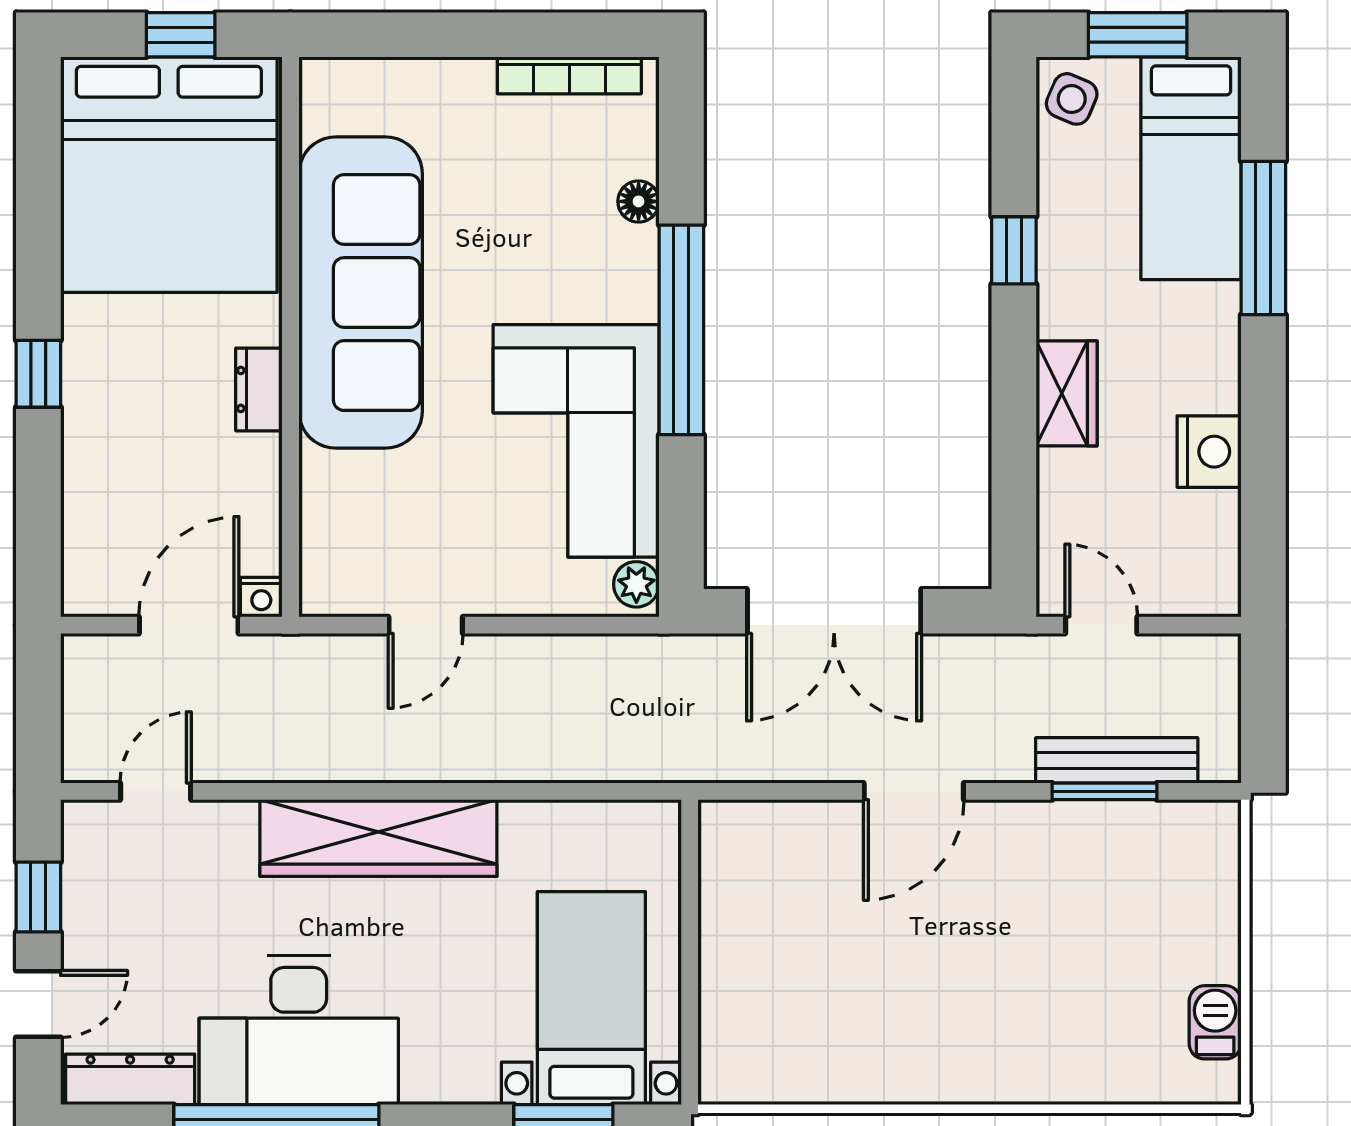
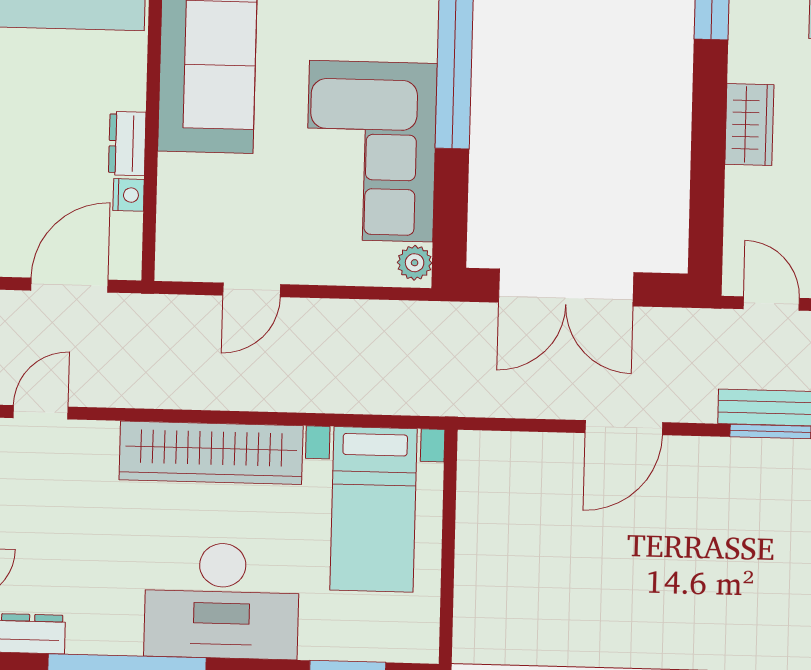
dresser: (259, 389) -> (127, 144), moved
nightstand: (261, 597) -> (129, 195), moved, turned -90
bed with nightstands: (591, 998) -> (373, 509), moved, turned 180
desk: (299, 1030) -> (222, 601), moved

